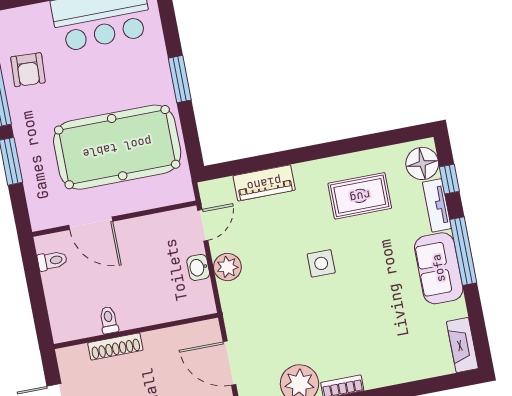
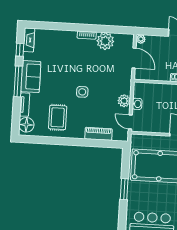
window: (449, 179) -> (20, 50), moved
rug: (360, 196) -> (58, 117), turned 90
door: (203, 225) -> (130, 122), hinge flipped

